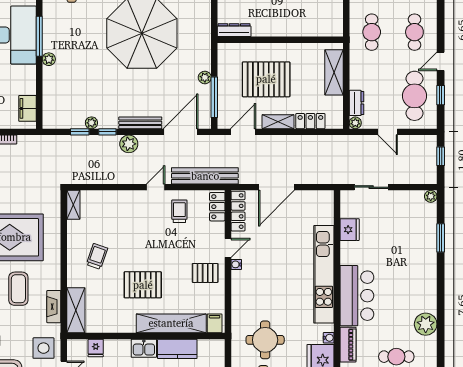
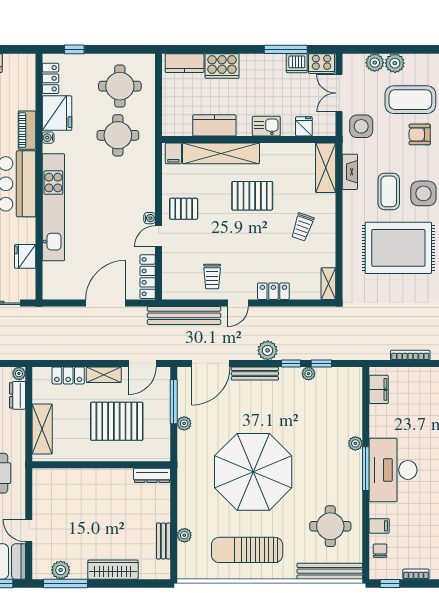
locker: (217, 207) -> (273, 291), moved, turned -90
kitchen sink: (144, 348) -> (266, 126), moved

